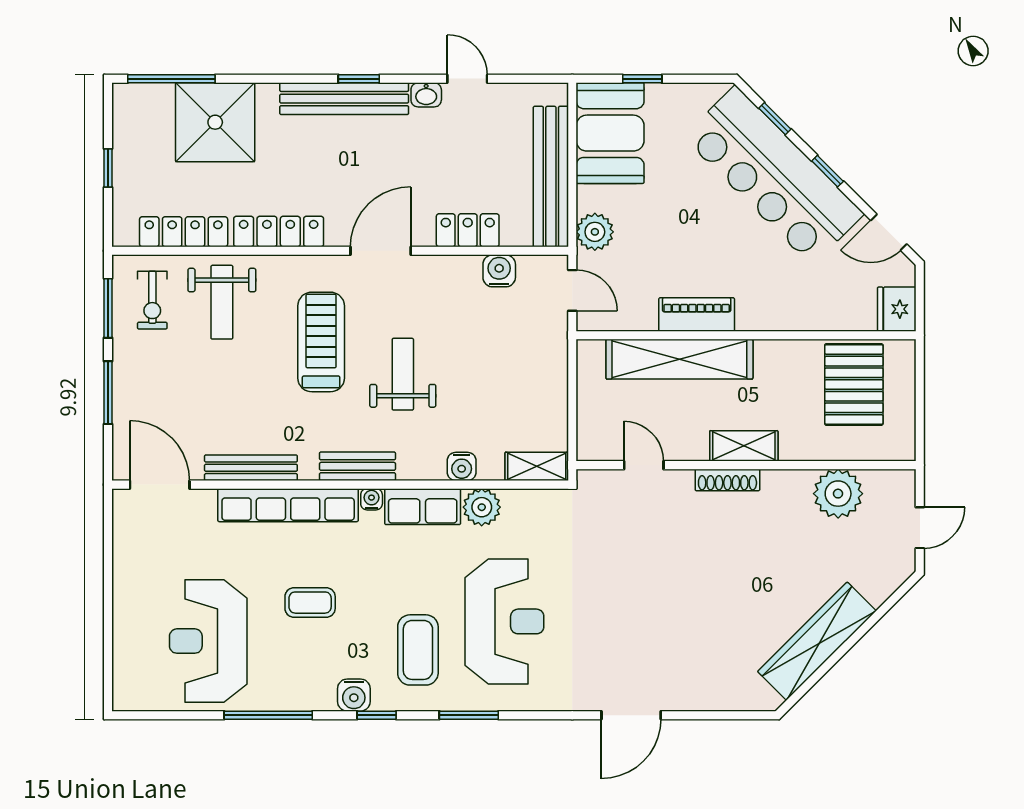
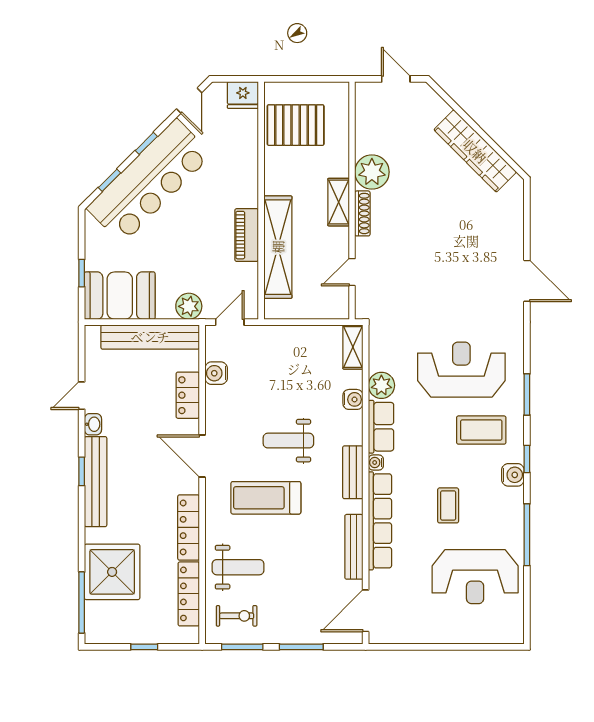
plant: (838, 494) -> (372, 172), moved

